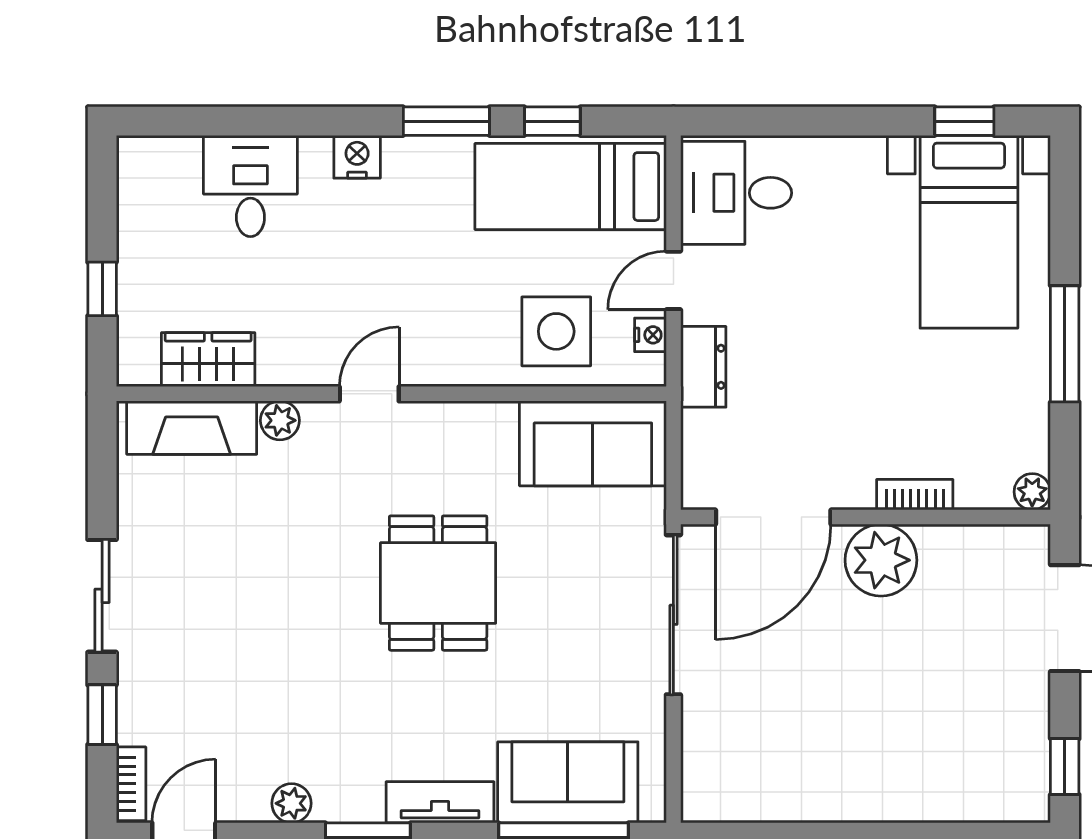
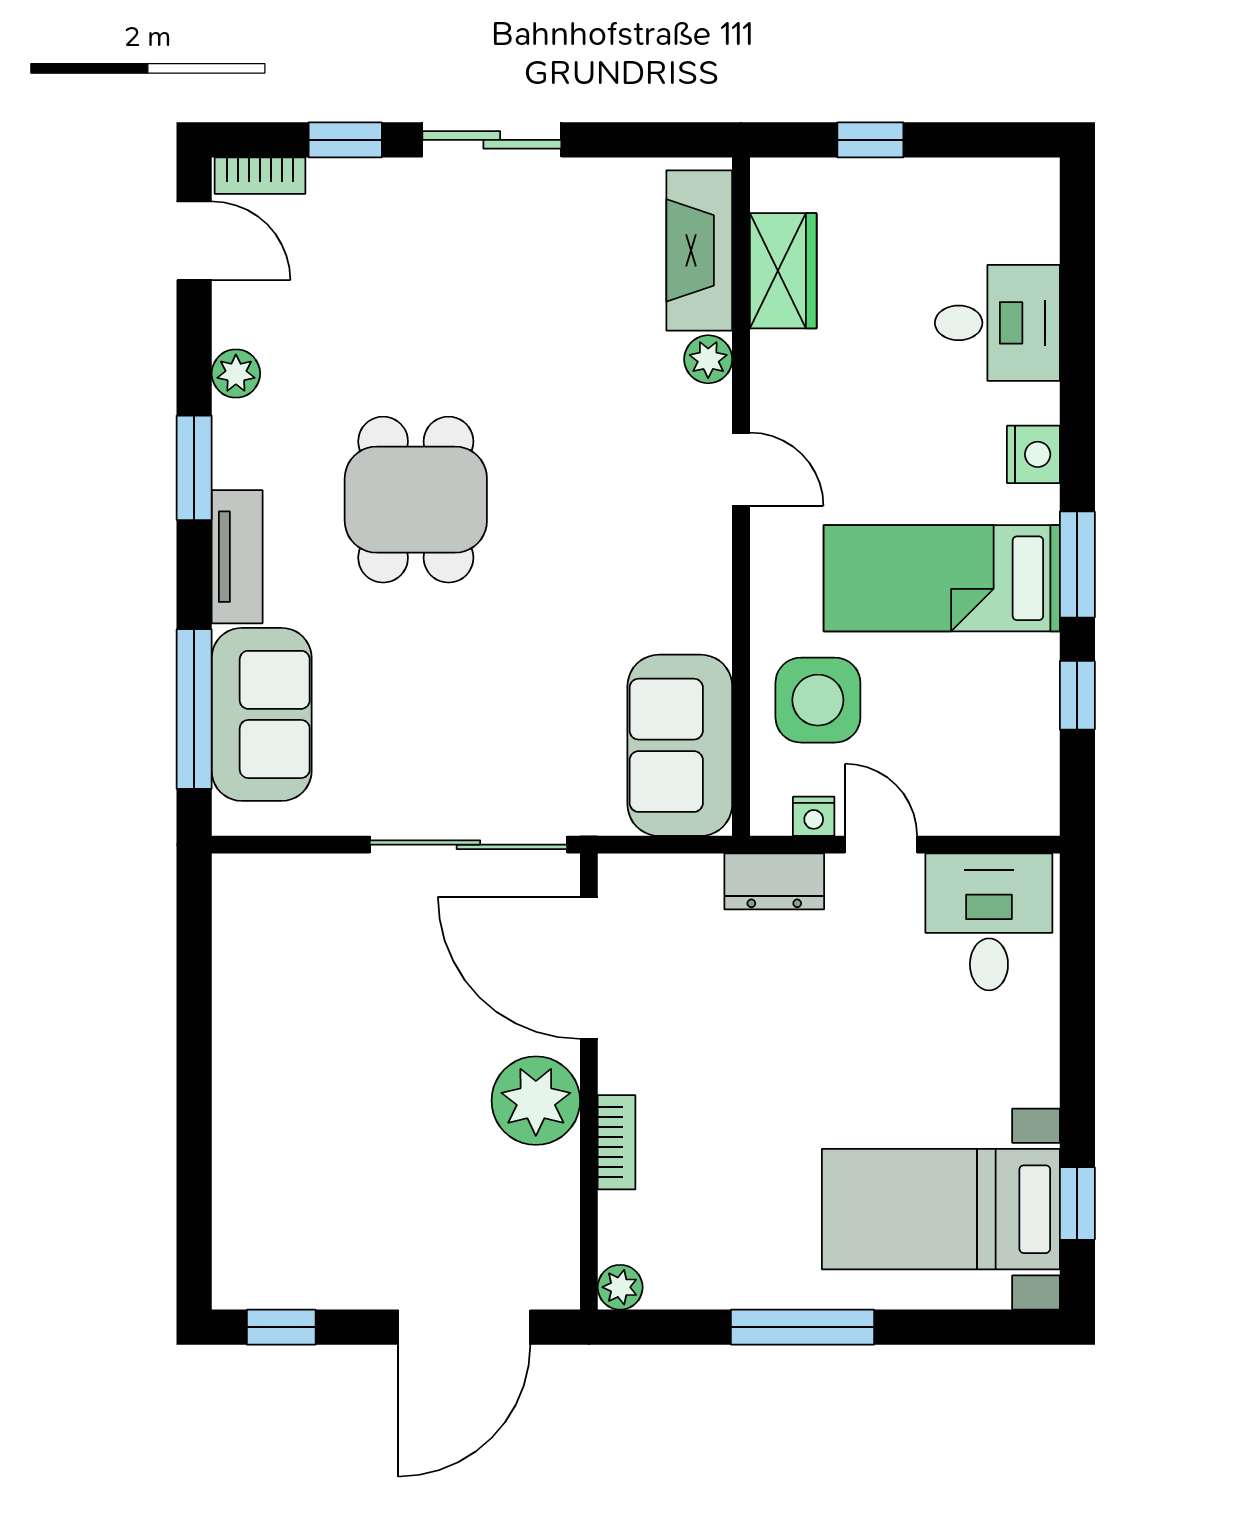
bed: (571, 187) -> (942, 578), moved, turned -90
dining table: (438, 583) -> (416, 500), moved, turned 90

